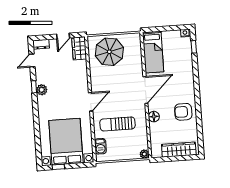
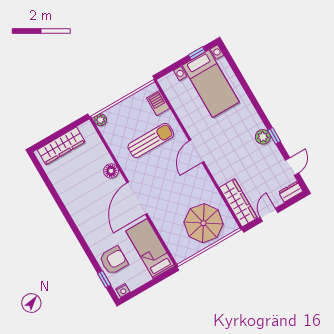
wardrobe: (79, 48) -> (238, 203), width x1.50
armchair: (183, 112) -> (113, 260), moved
bed with nightstands: (66, 142) -> (211, 84), width x0.73

